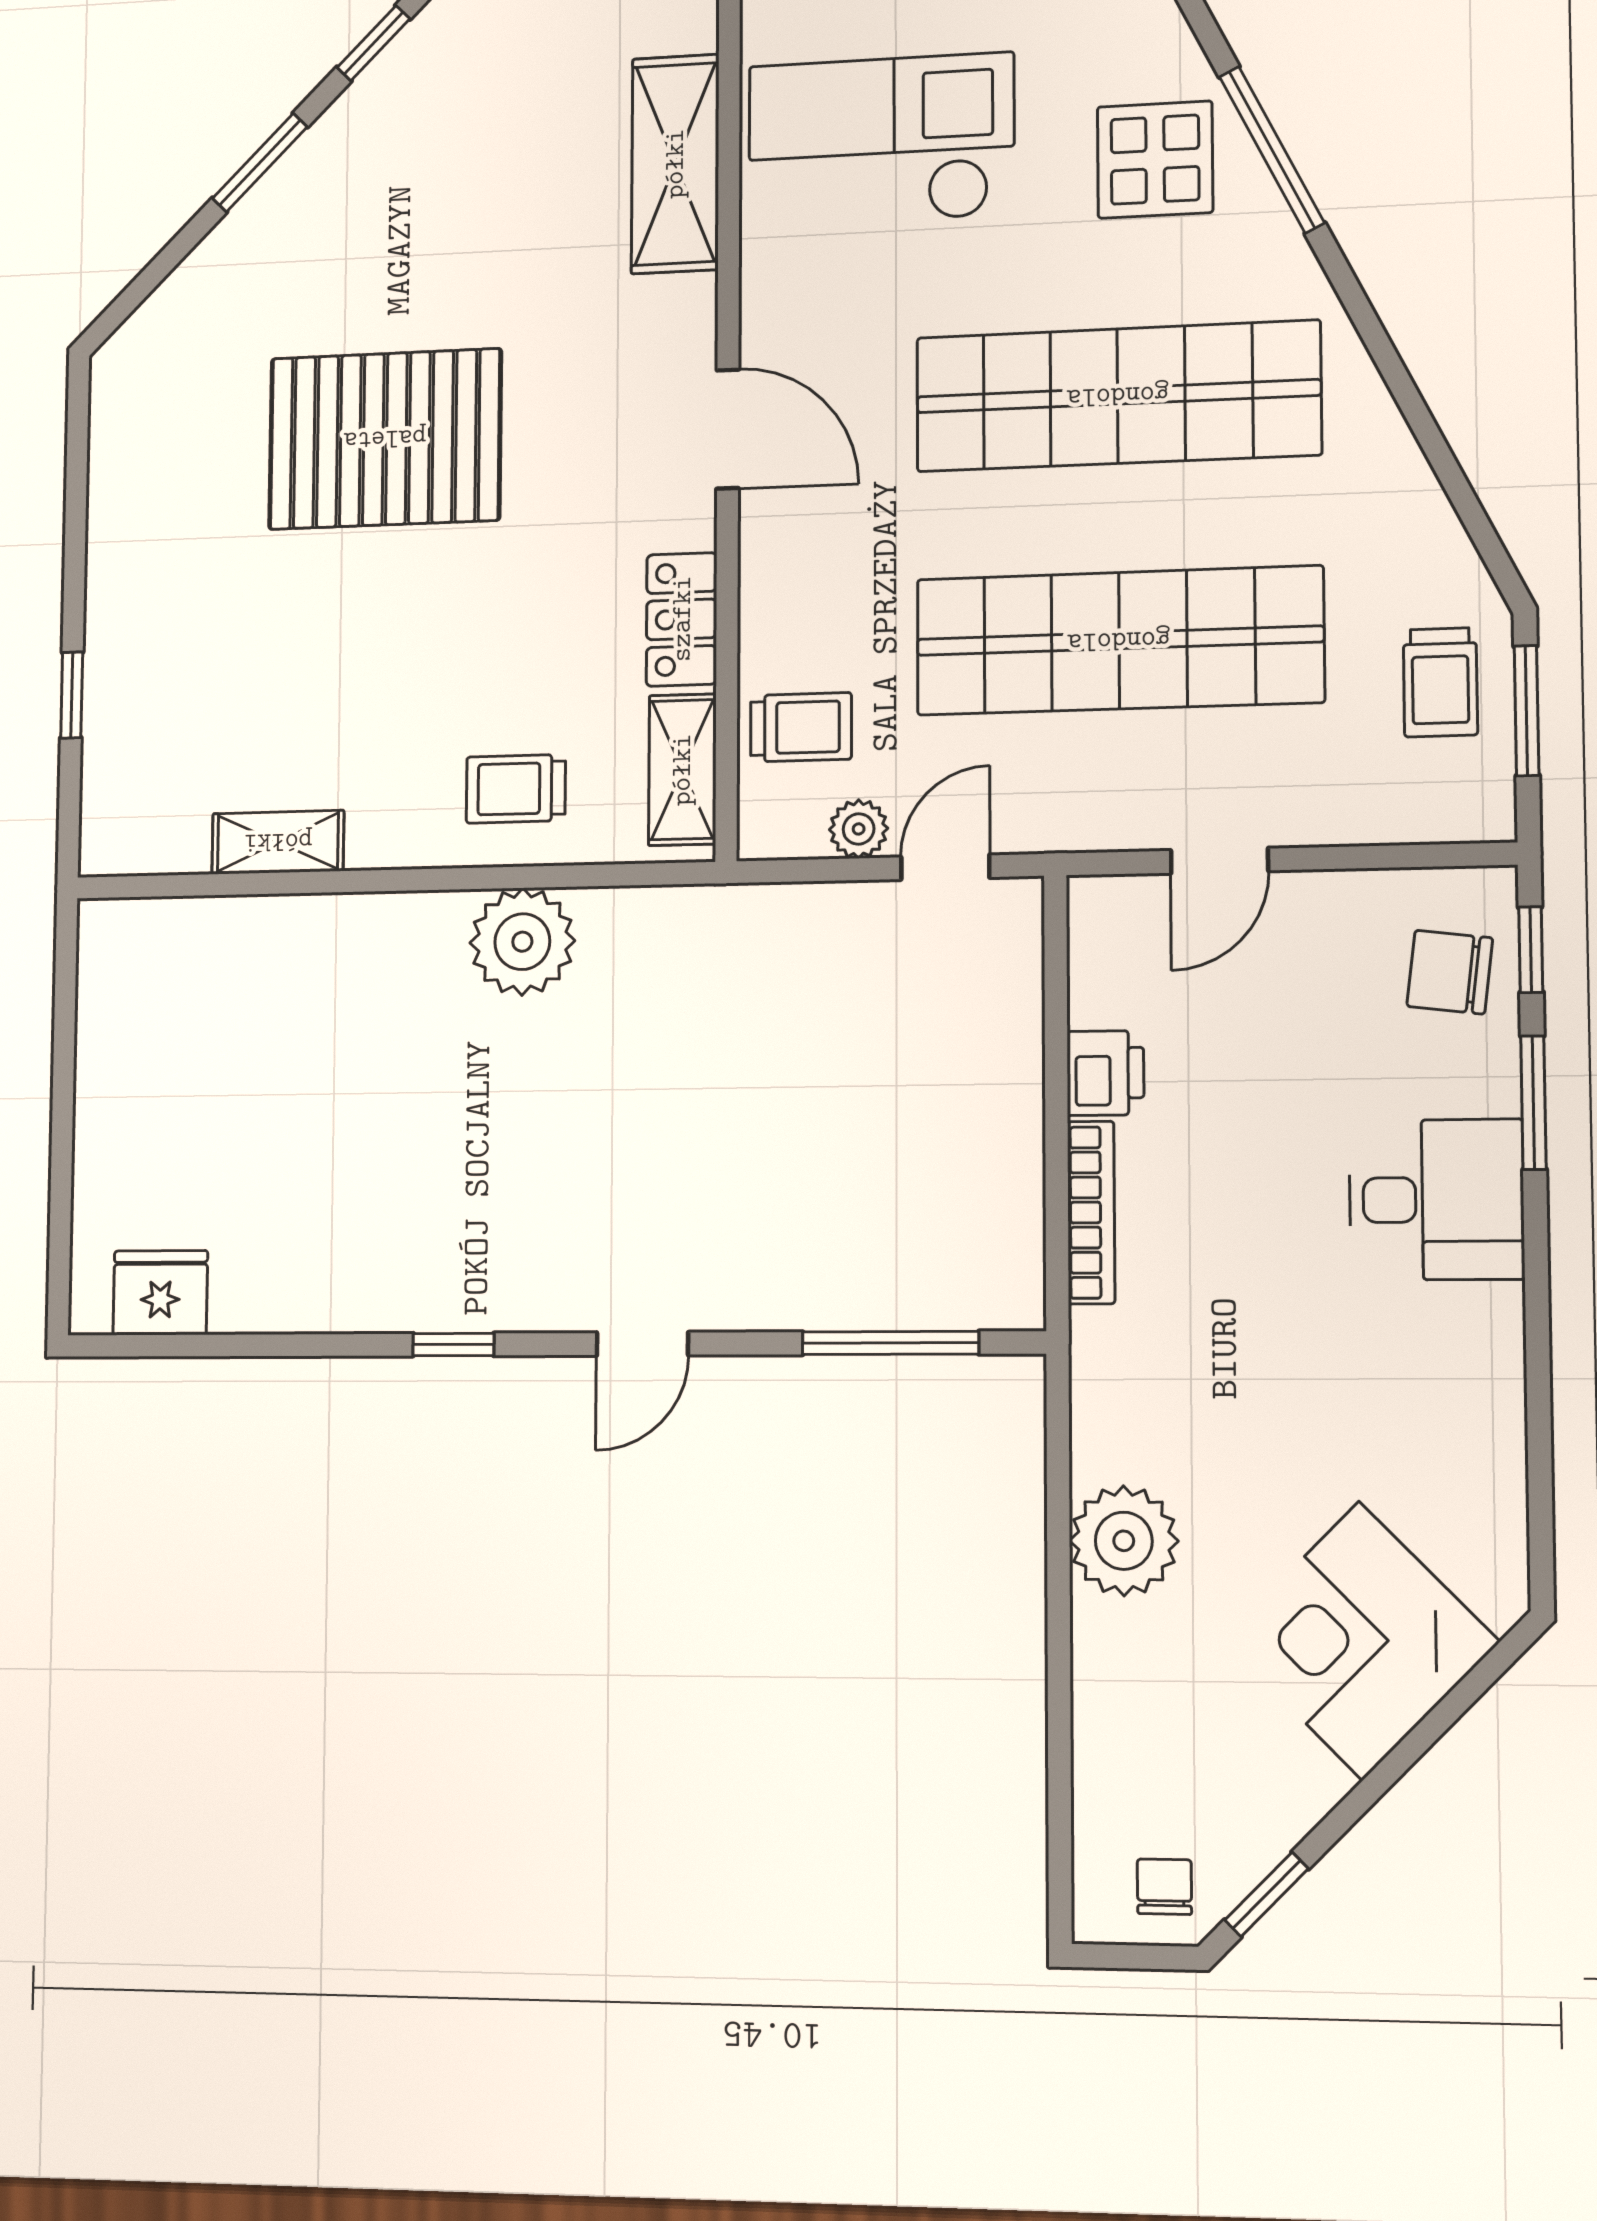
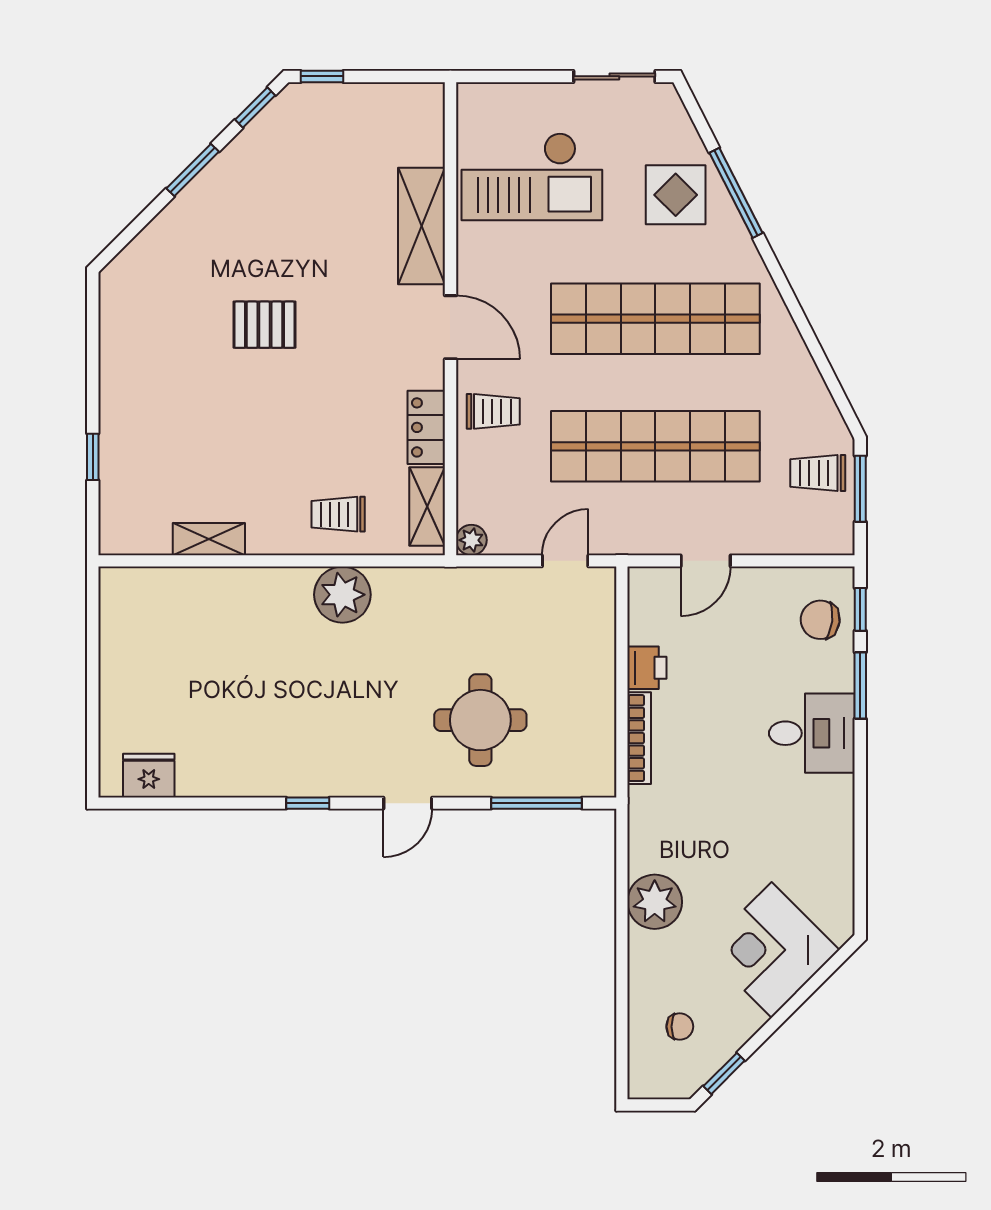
checkout: (881, 140) -> (532, 177), turned 180
shelving: (675, 164) -> (421, 226), moved
pallet: (385, 439) -> (264, 325), width x0.49, depth x0.50
trolley: (1440, 682) -> (818, 473), turned 90
trolley: (801, 727) -> (493, 411), moved
plant: (859, 829) -> (471, 540), moved
round table: (782, 1180) -> (480, 720), added
chair: (1164, 1887) -> (680, 1027), moved, turned 90

